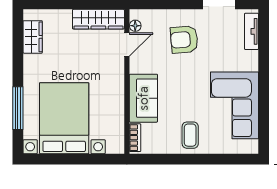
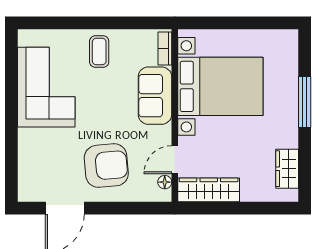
tv unit: (251, 31) -> (26, 175), removed
armchair: (184, 40) -> (106, 166), width x1.36, depth x1.36
window: (18, 108) -> (305, 102), moved
bed with nightstands: (64, 118) -> (220, 86), moved, turned -90

